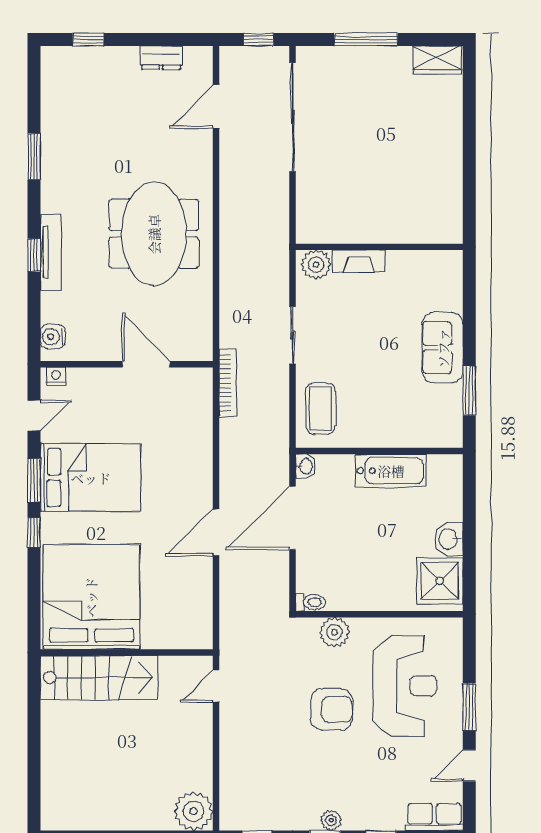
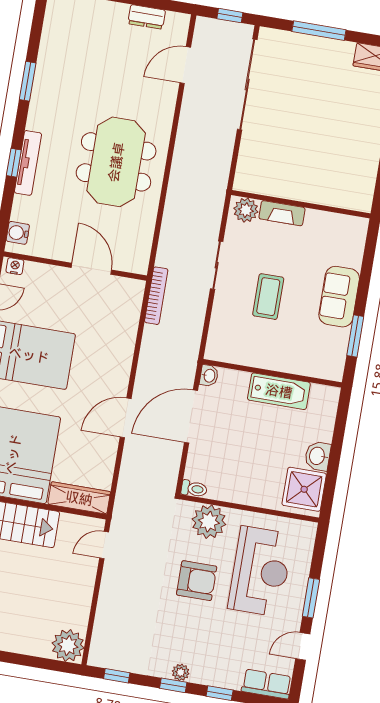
coffee table: (321, 409) -> (268, 297), moved
plant: (334, 632) -> (209, 522), width x1.36, depth x1.36
wardrobe: (177, 636) -> (79, 498), added

